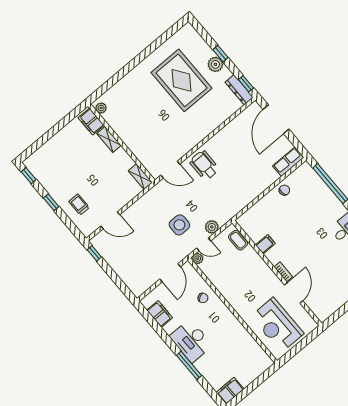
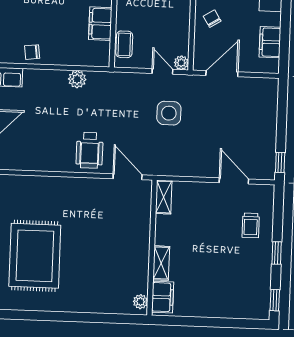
plant: (212, 227) -> (77, 79), moved
filing cabinet: (265, 244) -> (100, 24), width x2.00

